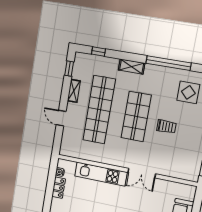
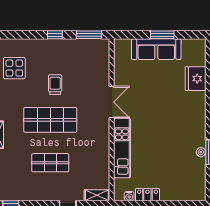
shelving: (74, 91) -> (97, 195), moved
shop shelf: (99, 110) -> (50, 163), width x0.50, depth x0.74

